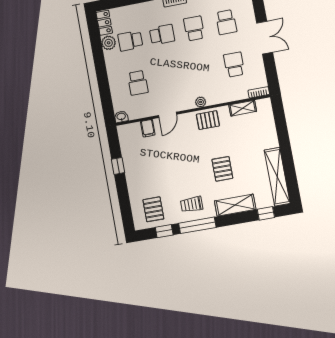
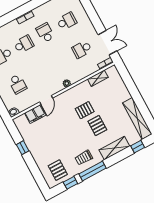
school desk: (226, 22) -> (67, 21), turned -90
double door: (265, 38) -> (108, 43), moved
school desk: (234, 65) -> (82, 49), turned -90
pallet: (208, 120) -> (85, 110), moved
filing cabinet: (148, 128) -> (35, 114), width x2.00

